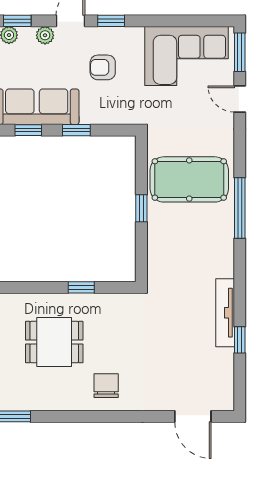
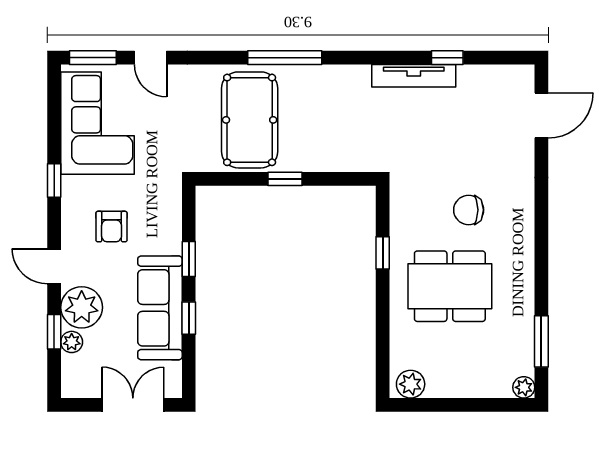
window: (111, 21) -> (54, 180), moved
plant: (45, 35) -> (82, 307), width x1.88, depth x1.88
door: (240, 99) -> (150, 58), hinge flipped
dining table: (54, 342) -> (450, 286), width x1.38
chair: (106, 386) -> (469, 210), moved

